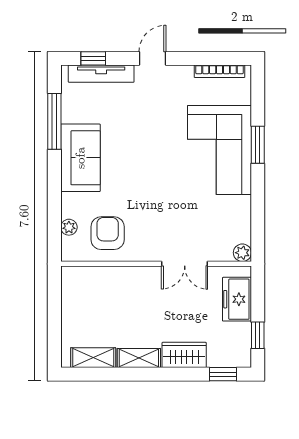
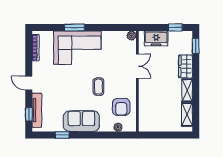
window: (54, 121) -> (62, 135), width x0.46
coffee table: (146, 190) -> (98, 87), added
armchair: (108, 233) -> (121, 107), turned -90

